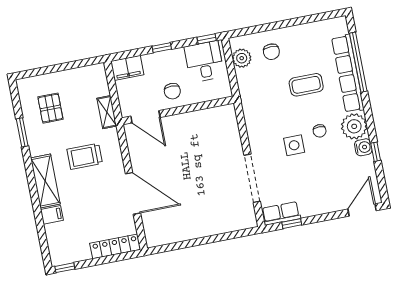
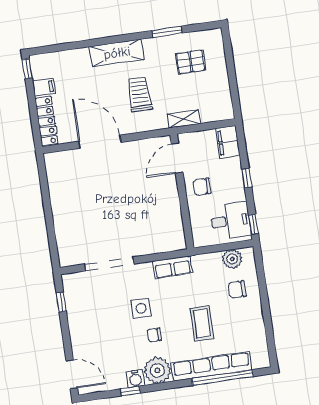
door: (133, 193) -> (100, 142), swing flipped
row of seats: (281, 213) -> (173, 267), moved, turned 90
filing cabinet: (52, 215) -> (44, 87), moved, turned -90

